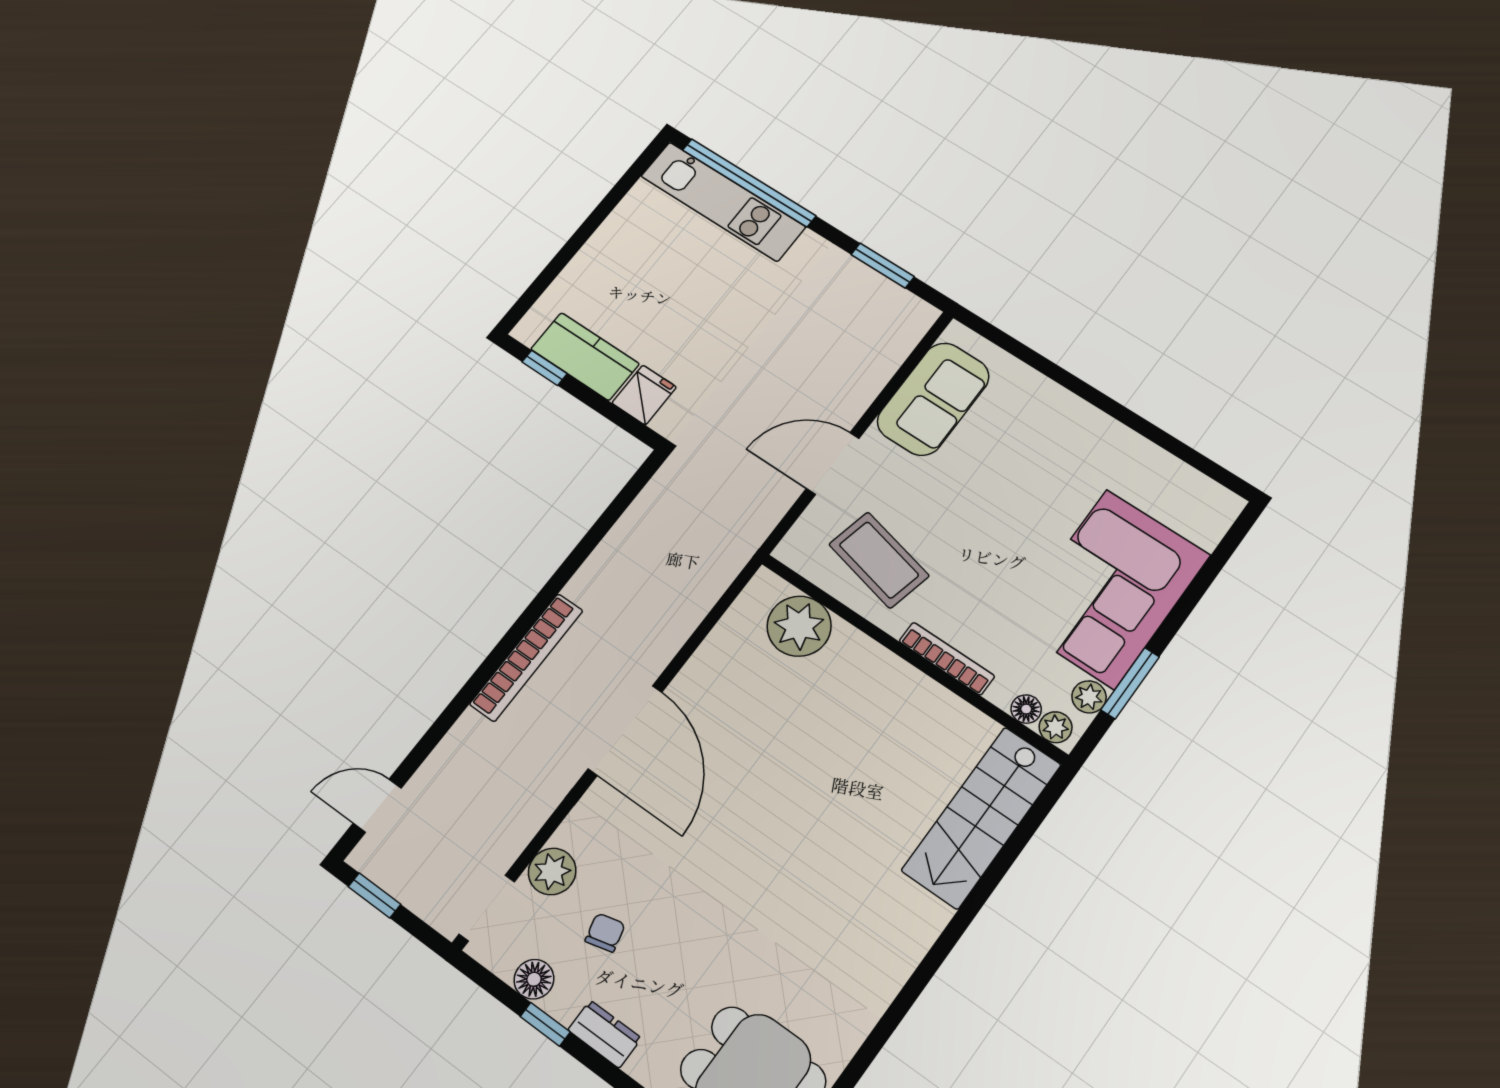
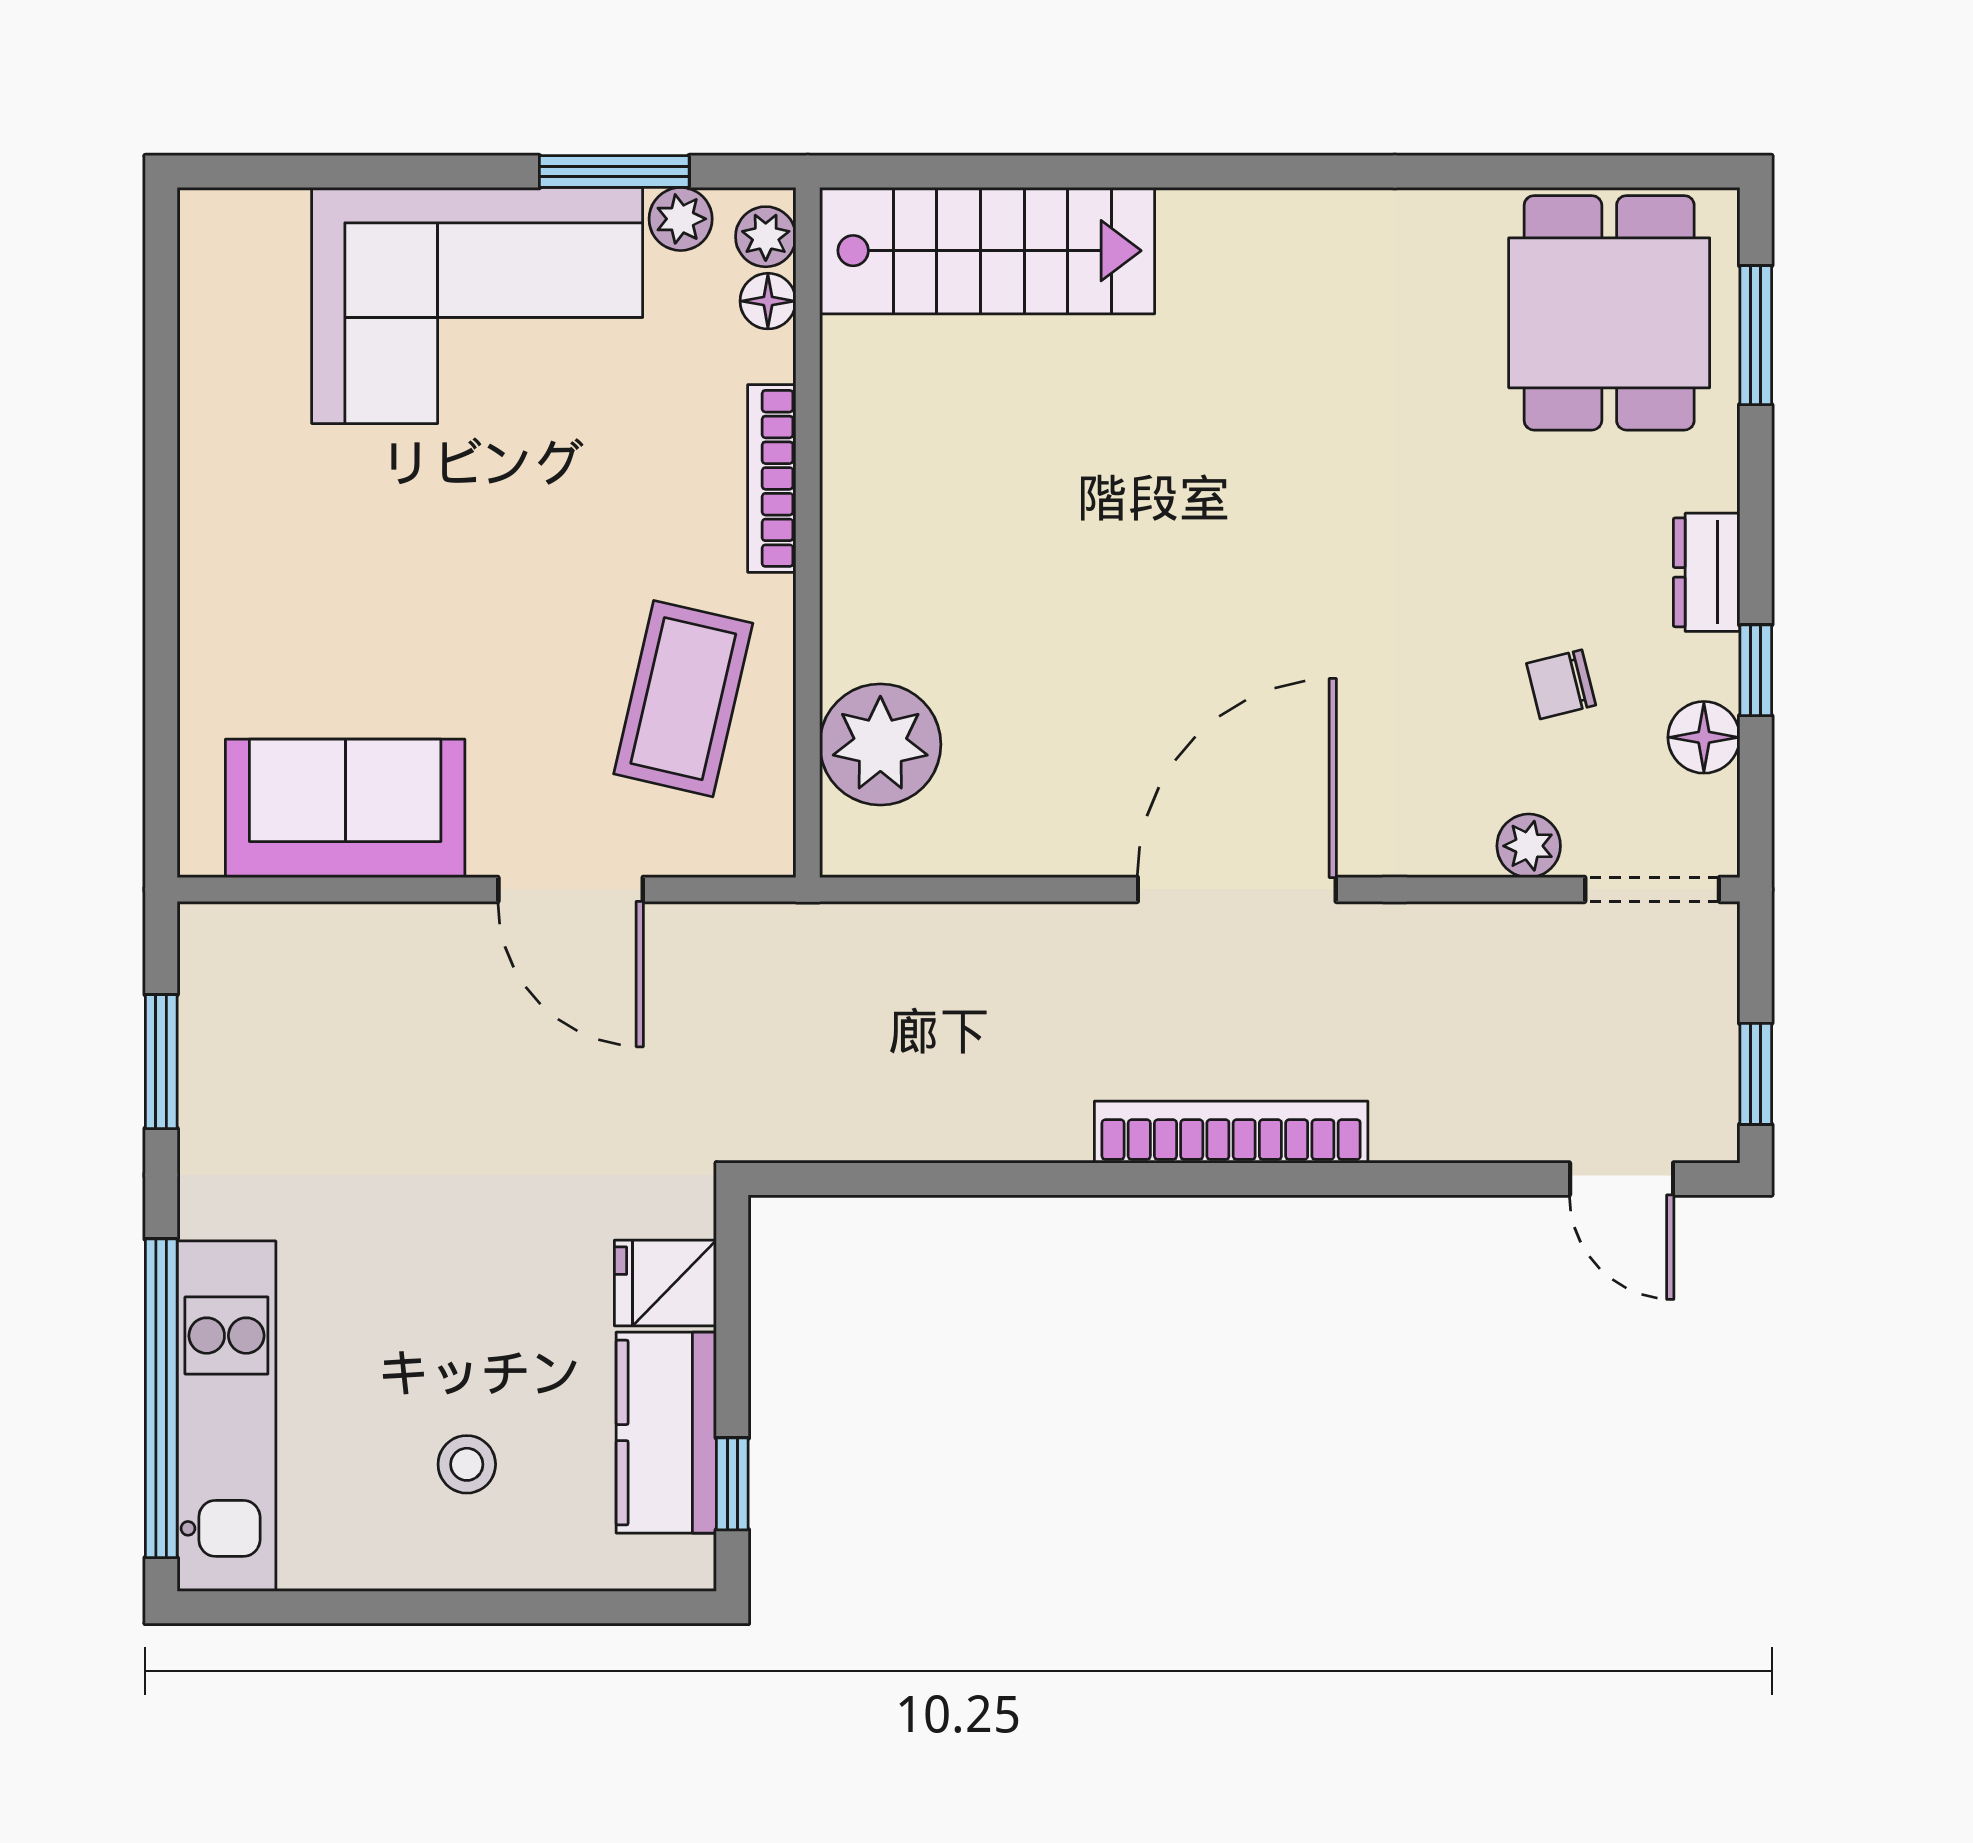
stool: (633, 275) -> (467, 1464), added
plant: (552, 871) -> (1529, 846), width x0.73, depth x0.73

